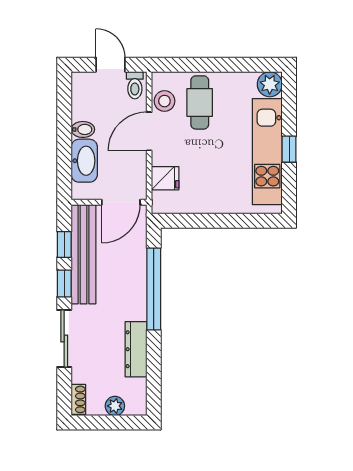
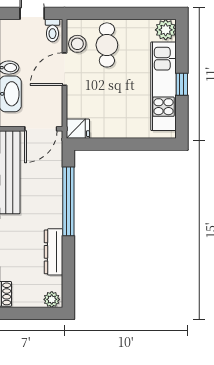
fridge: (165, 178) -> (78, 129), moved
plant: (115, 406) -> (52, 299), moved

